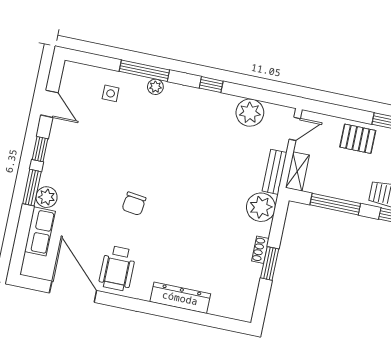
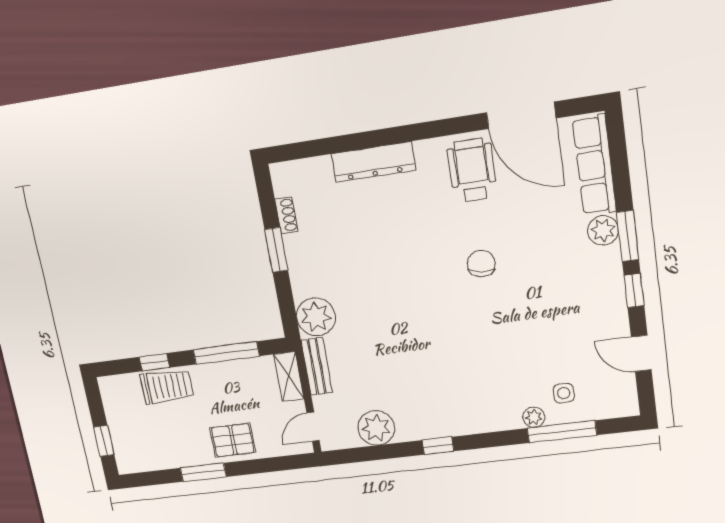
window: (144, 71) -> (562, 432), moved
plant: (155, 87) -> (534, 417), moved
row of seats: (40, 231) -> (594, 165), width x1.48
shoe rack: (260, 250) -> (286, 215), moved

